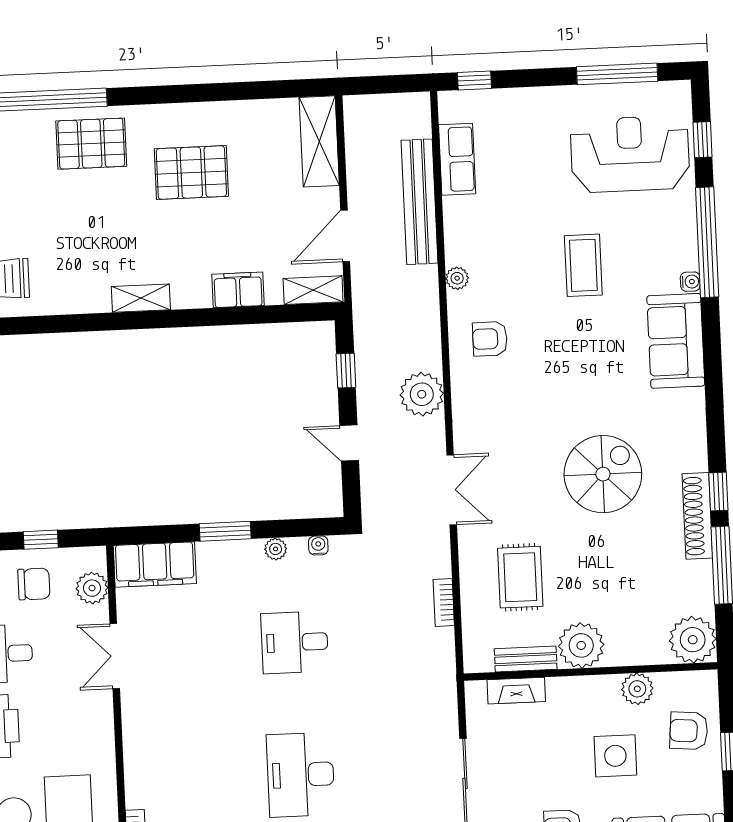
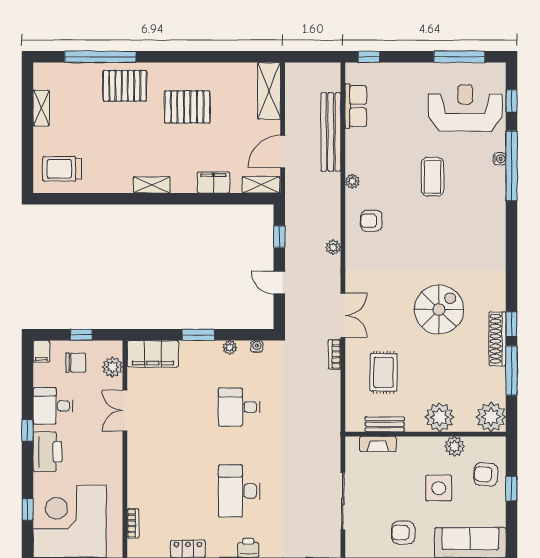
water cooler: (690, 282) -> (500, 159), moved
sofa: (676, 341) -> (489, 227), removed
plant: (422, 394) -> (333, 247), width x0.53, depth x0.53
bookcase: (444, 603) -> (335, 354), moved
plant: (581, 645) -> (440, 417), moved

